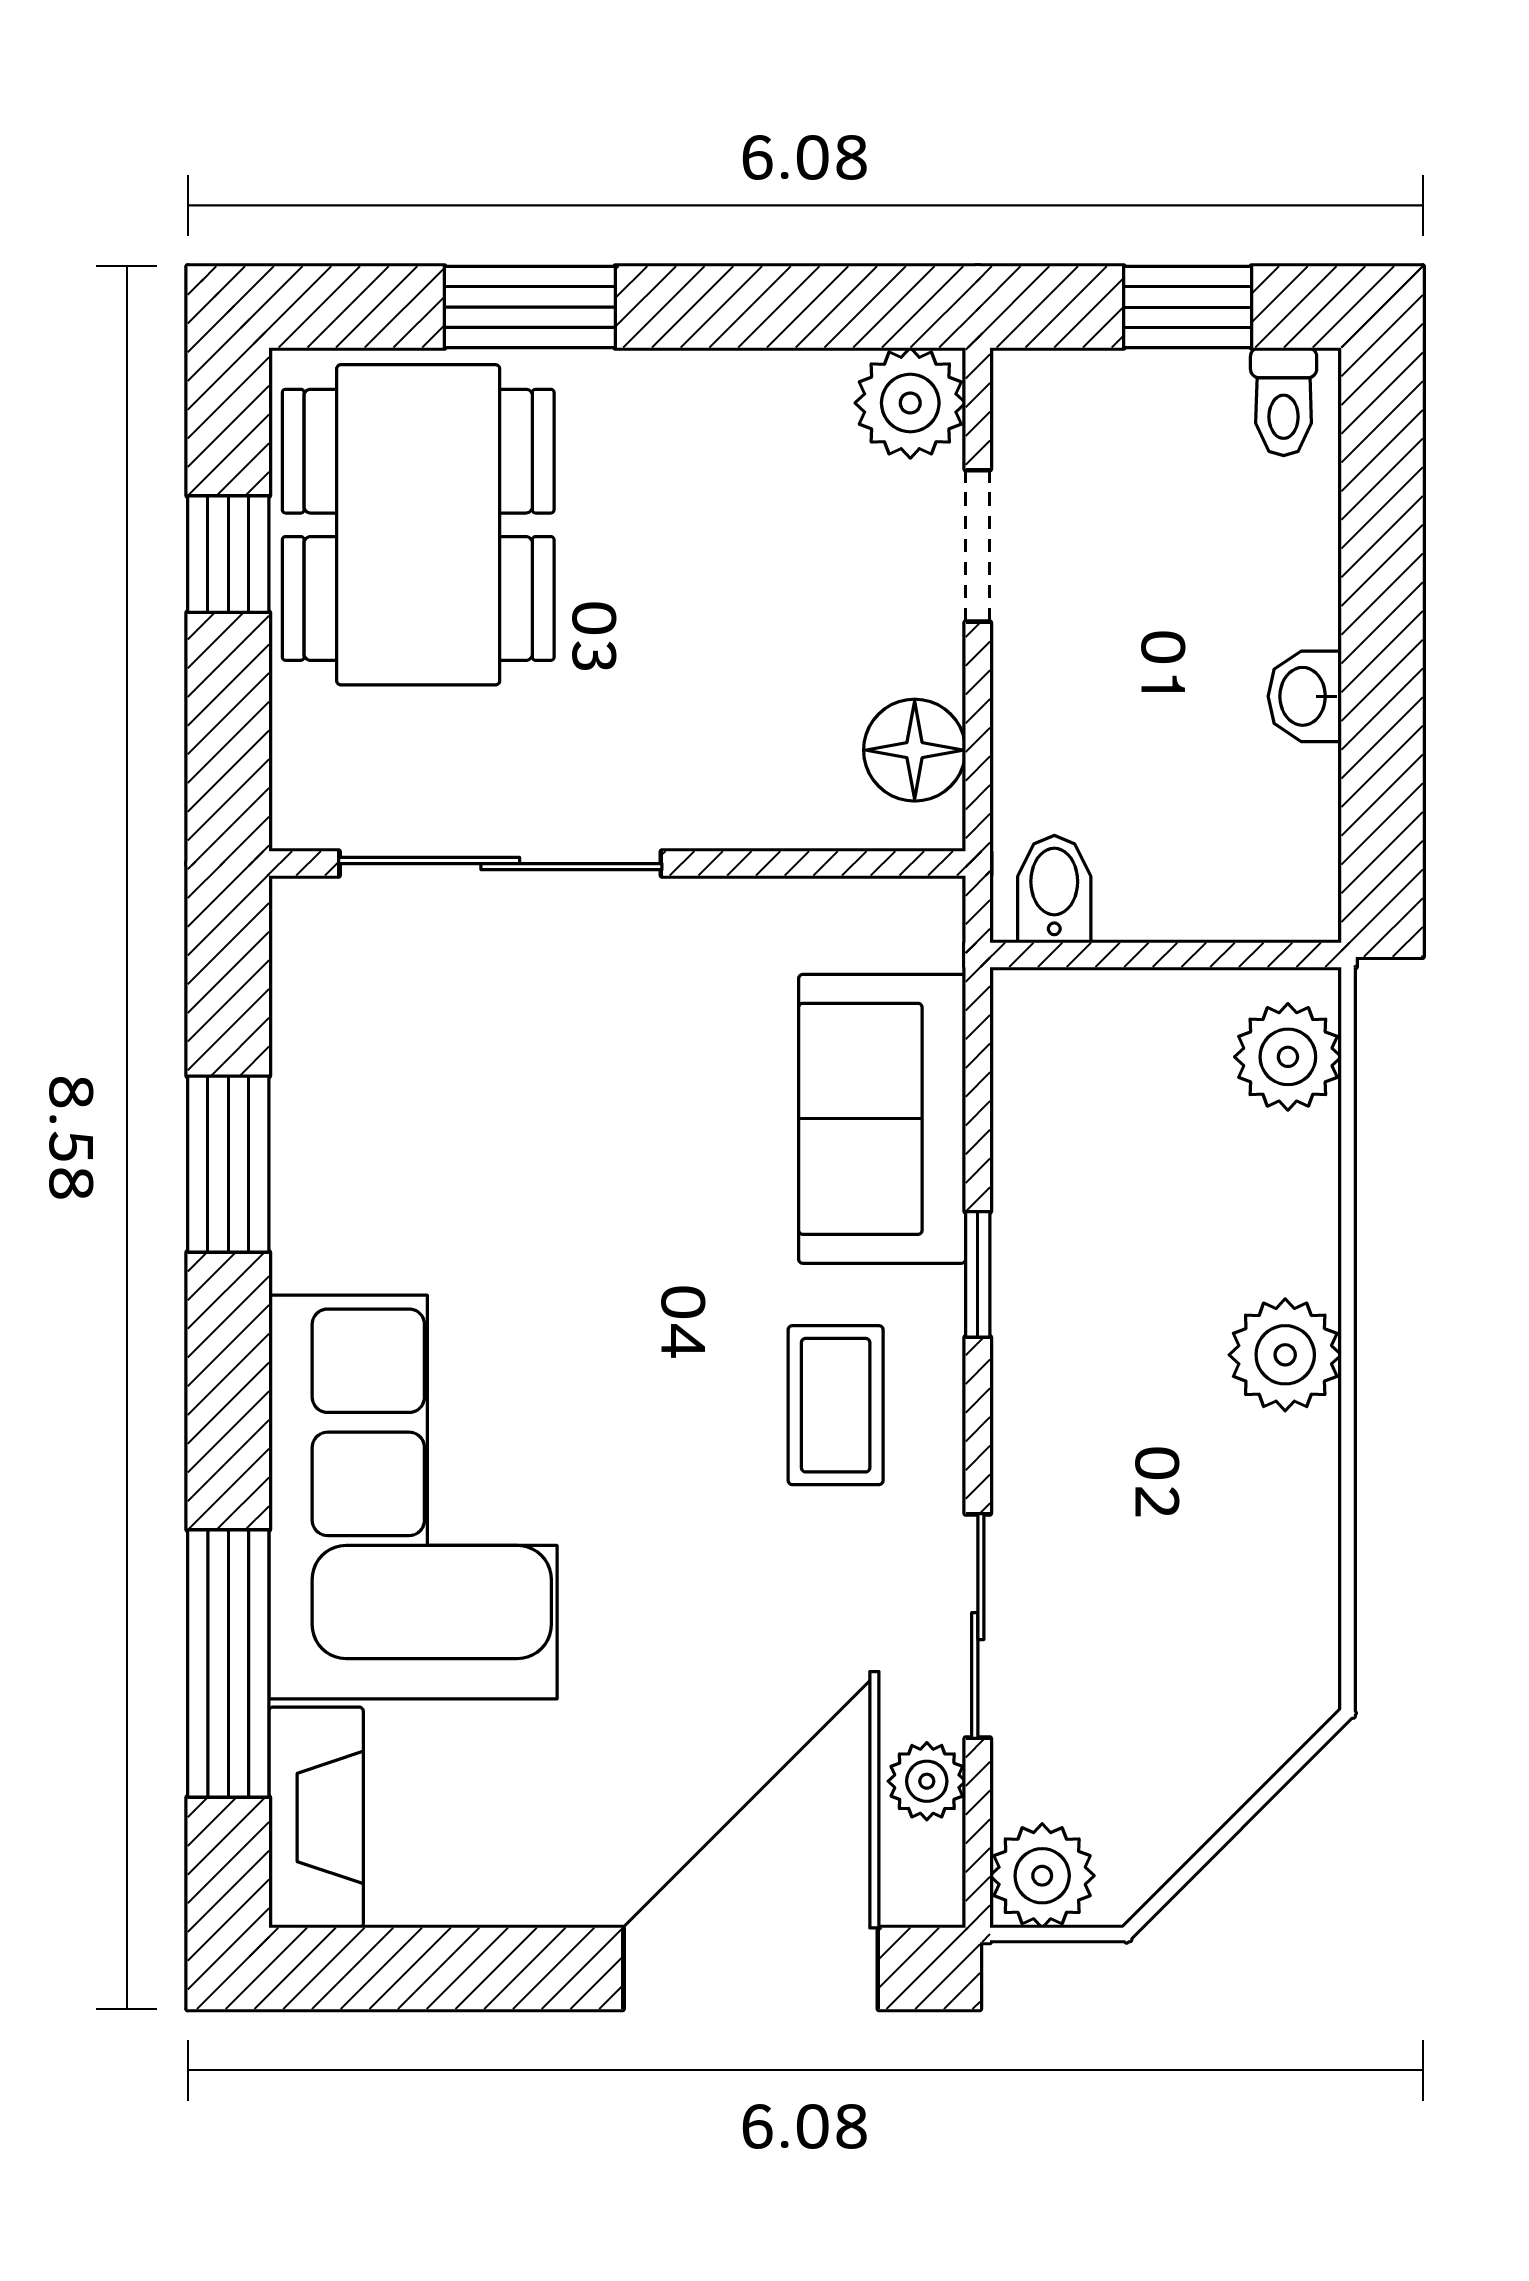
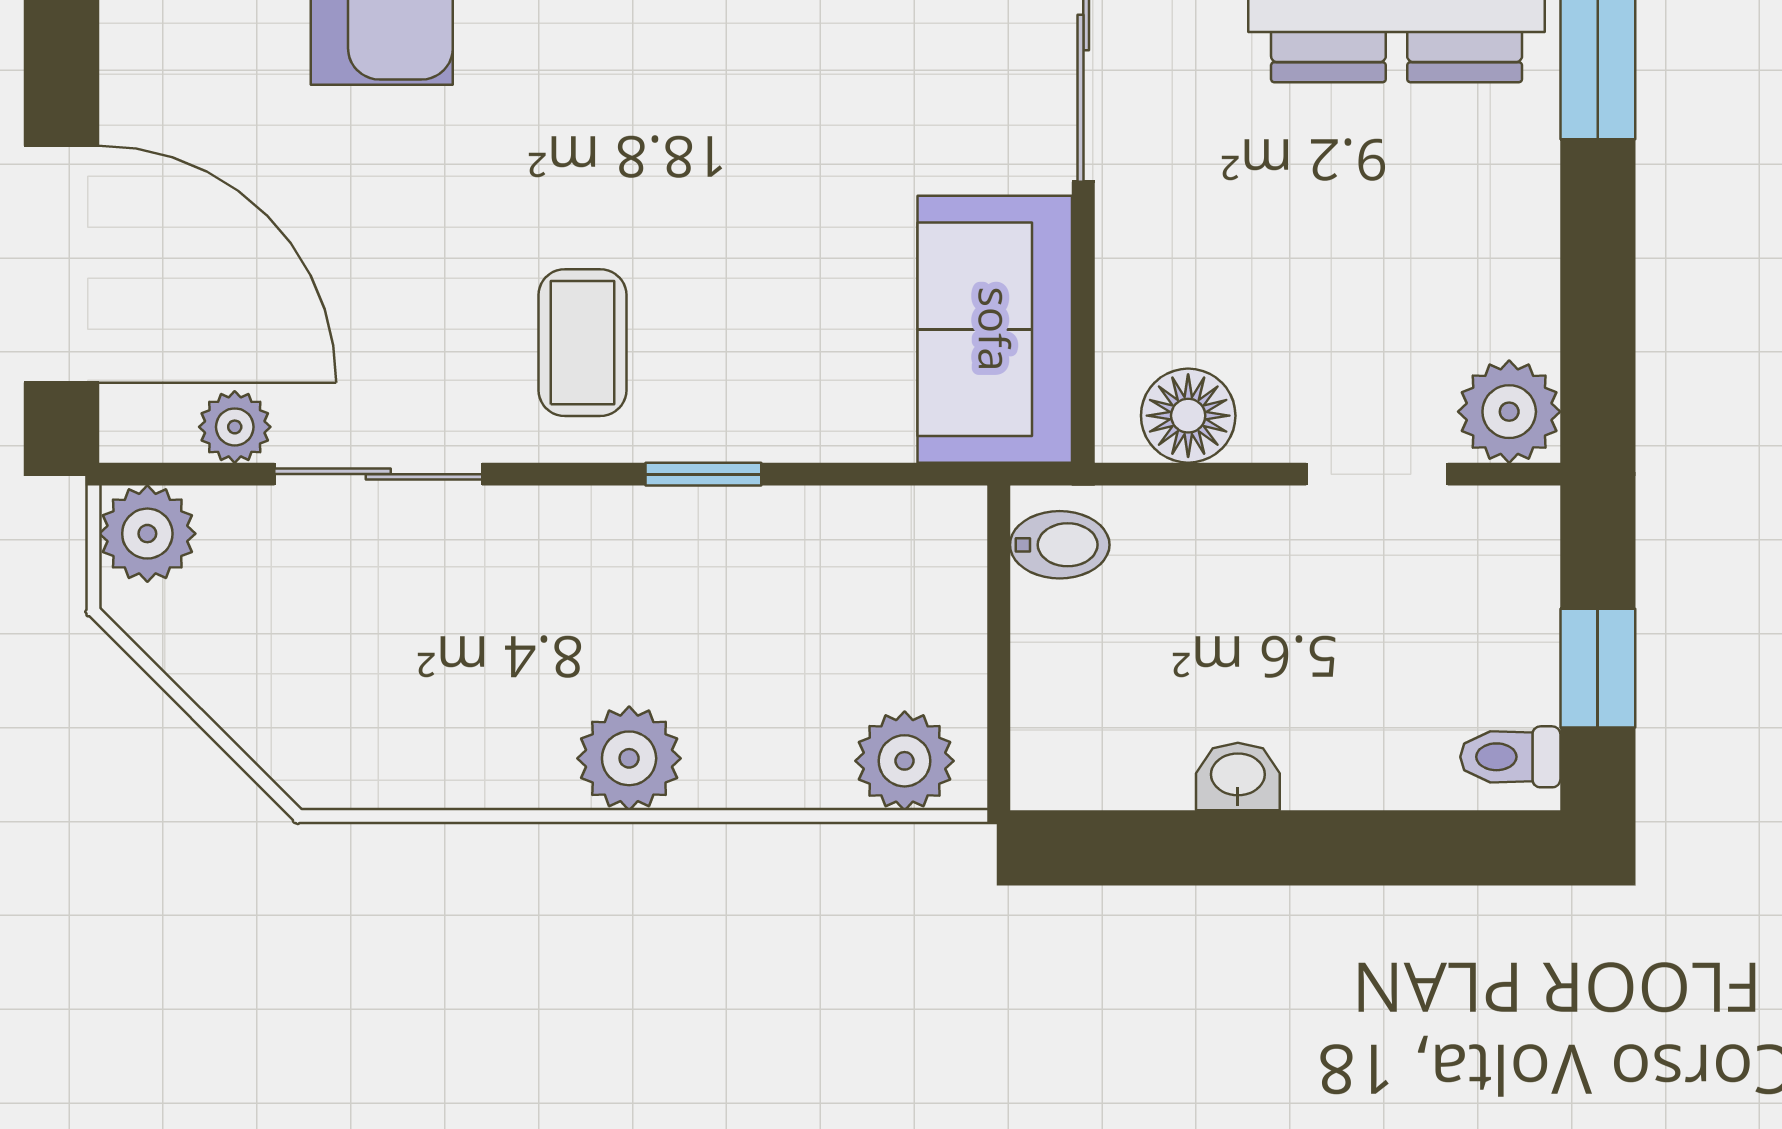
sofa: (882, 1119) -> (995, 329), moved, turned -90
coffee table: (836, 1405) -> (582, 343), turned 90

